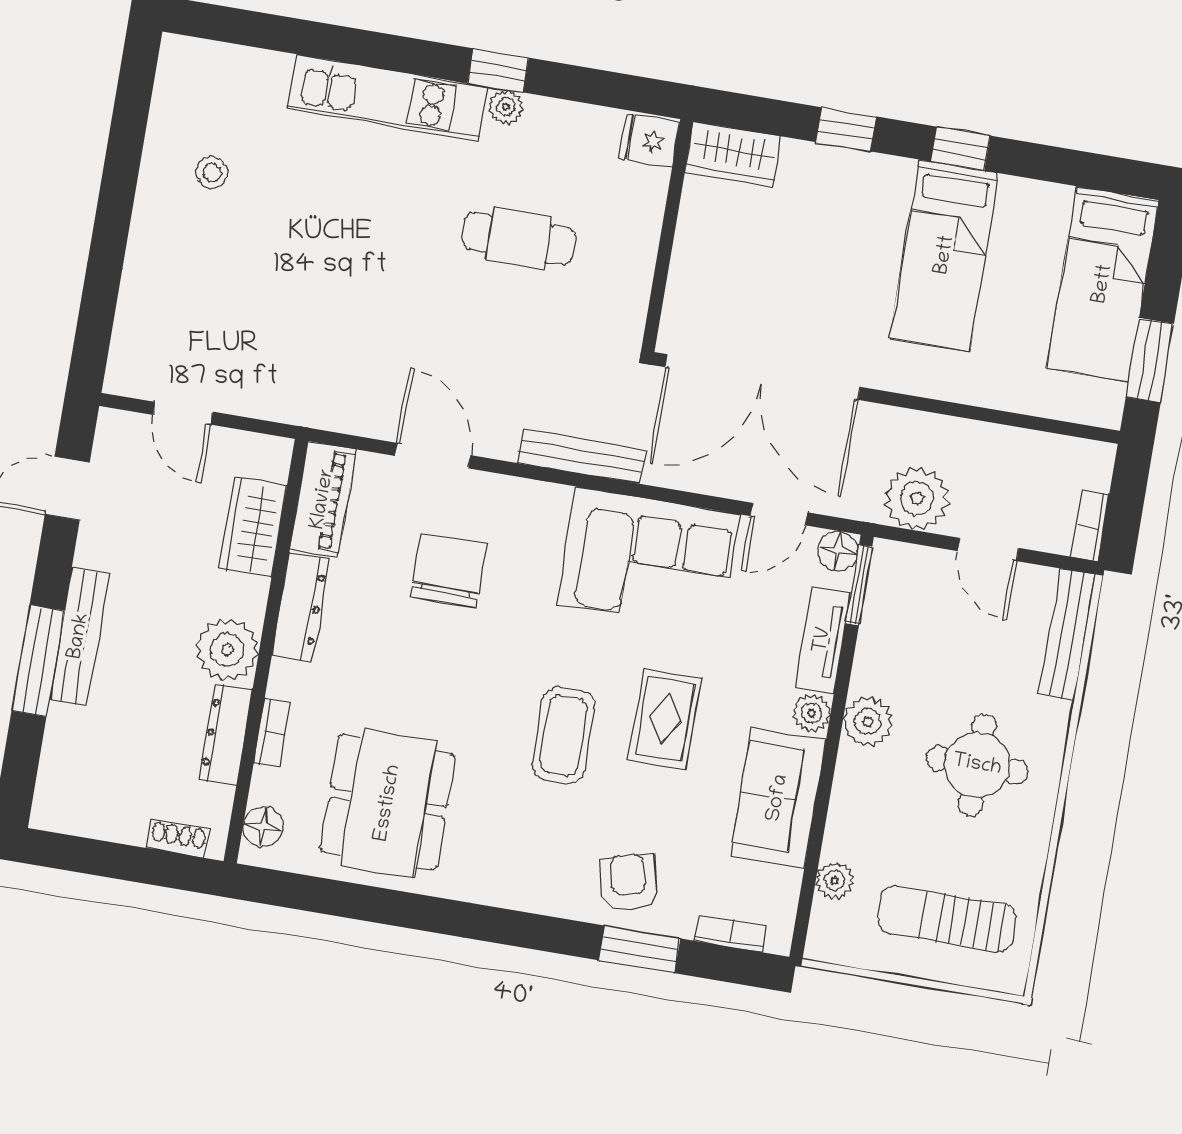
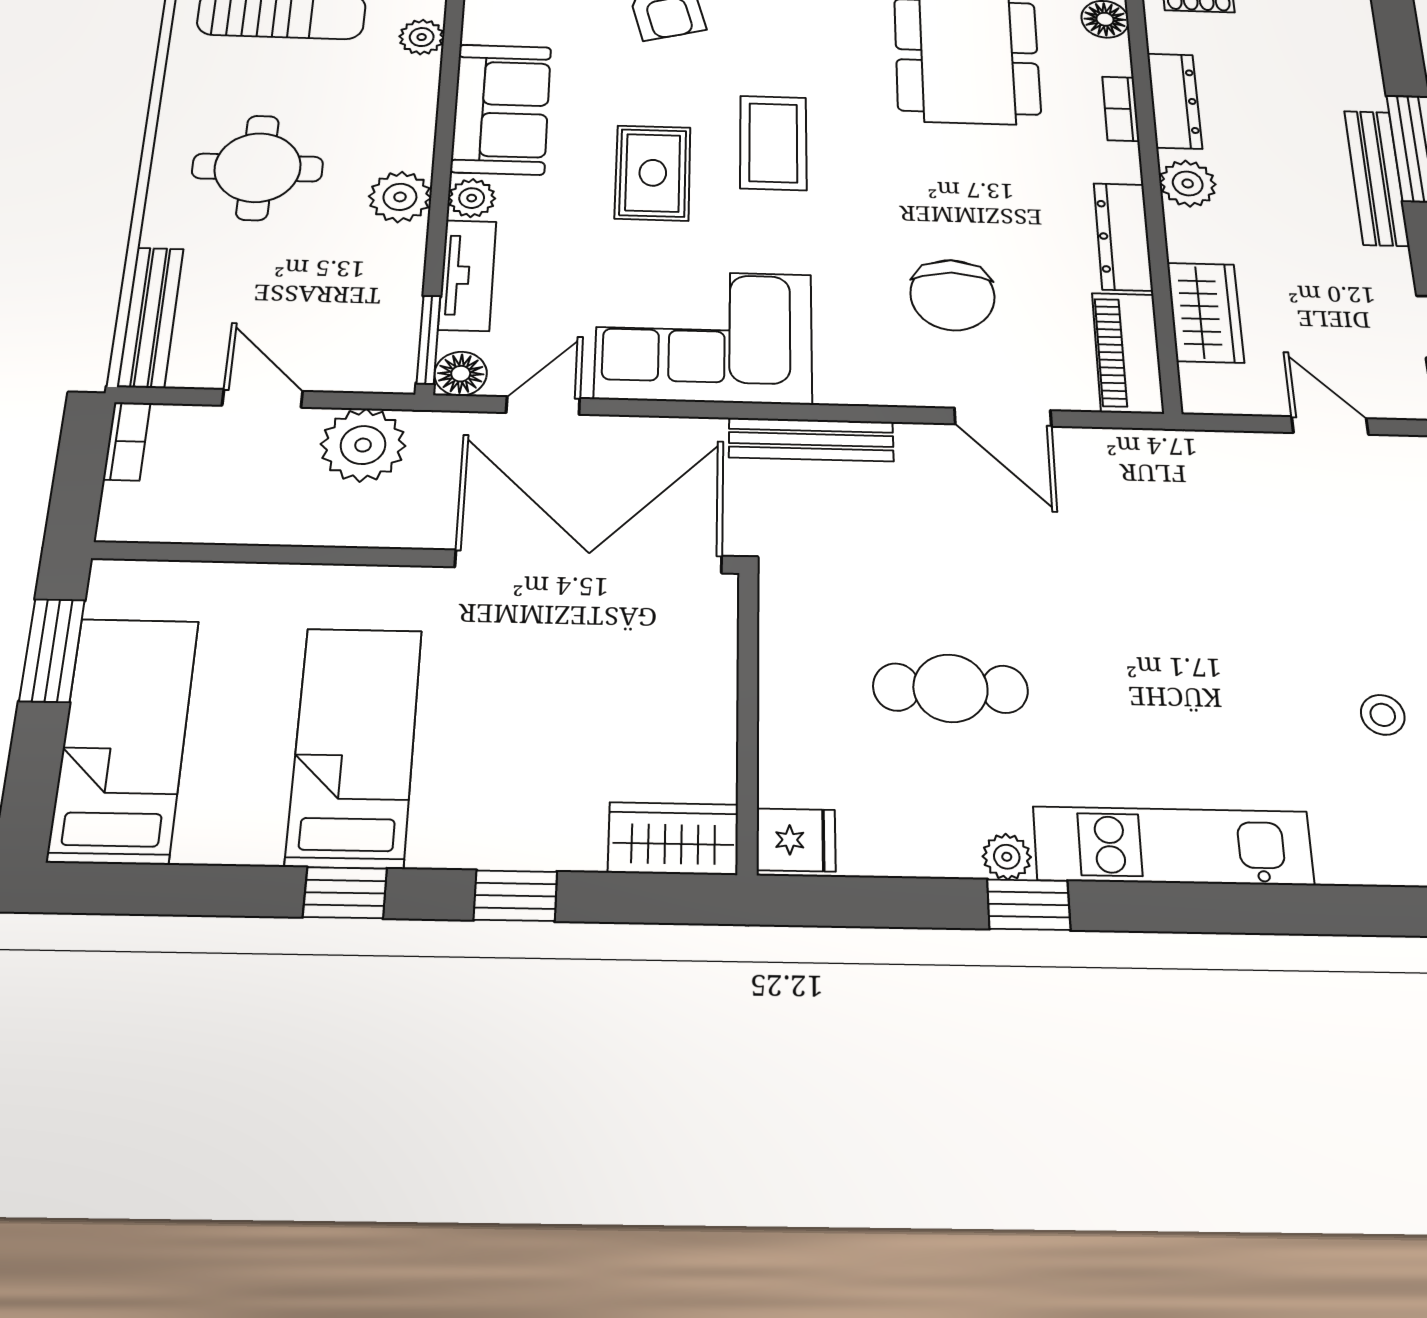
plant: (227, 650) -> (1188, 183), width x0.73, depth x0.73

